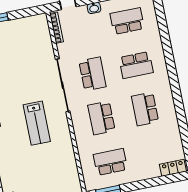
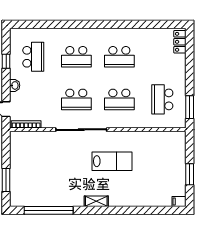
school desk: (127, 21) -> (33, 57), turned 180
school desk: (136, 65) -> (76, 57), turned 90
school desk: (92, 74) -> (76, 99), turned 180

